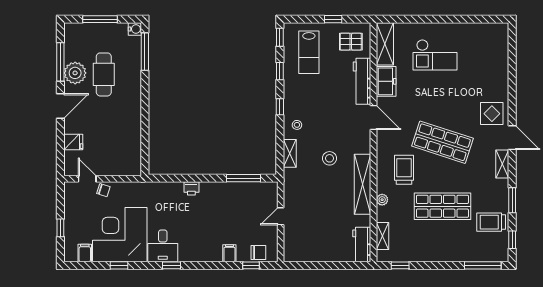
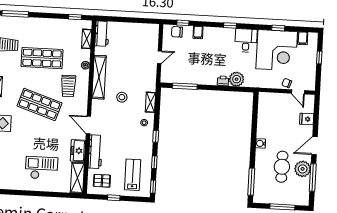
water cooler: (135, 29) -> (261, 143), moved
plant: (173, 192) -> (237, 79), added
window: (172, 265) -> (230, 25), moved

